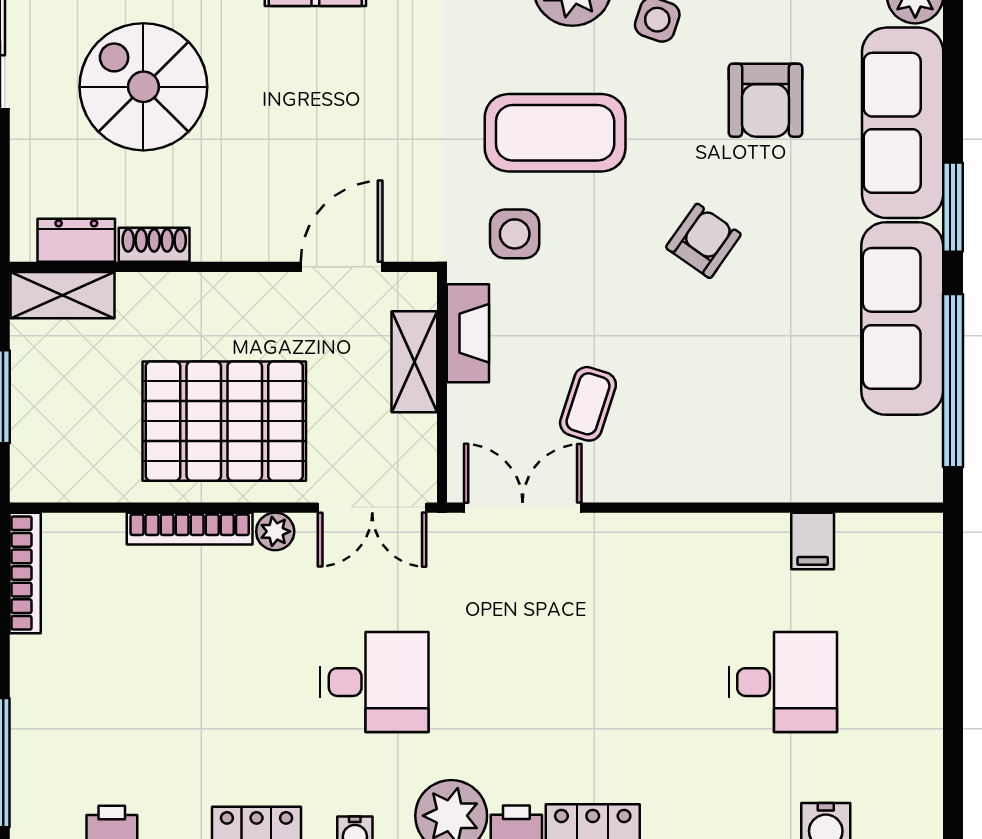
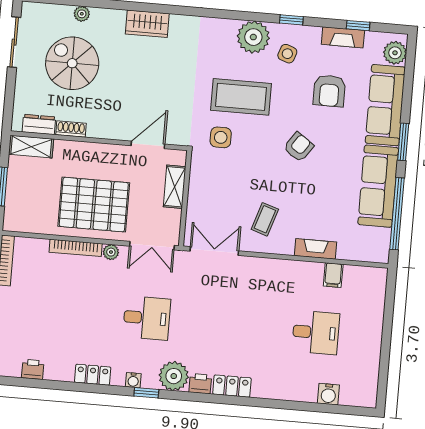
fireplace: (468, 333) -> (315, 249), moved, turned -90
coffee table: (588, 404) -> (265, 219), moved

